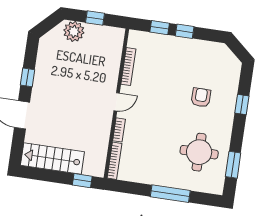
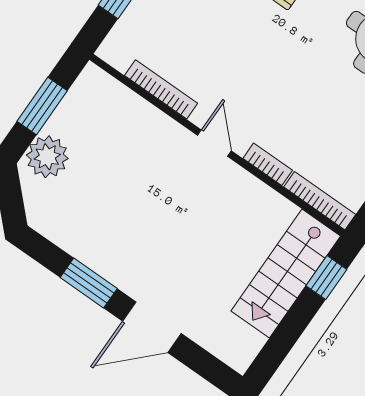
window: (95, 18) -> (42, 106), width x1.50
window: (28, 77) -> (89, 283), width x1.50
stairs: (52, 159) -> (286, 273), moved

